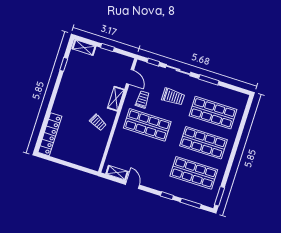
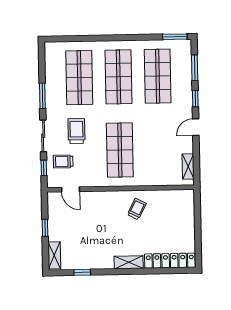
door: (130, 77) -> (71, 189), swing flipped
shelving: (116, 99) -> (129, 262), moved
trolley: (142, 99) -> (63, 161), moved
door: (132, 185) -> (196, 127), moved

